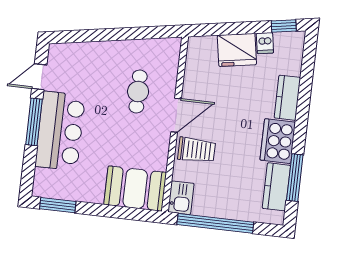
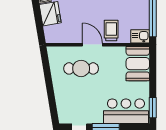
cafe table: (138, 92) -> (81, 68), width x1.37, depth x1.35
bar counter: (60, 131) -> (126, 111), moved

